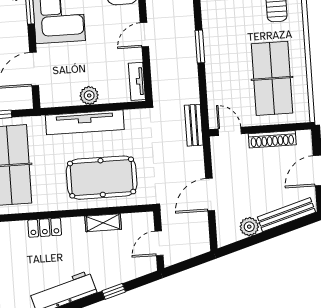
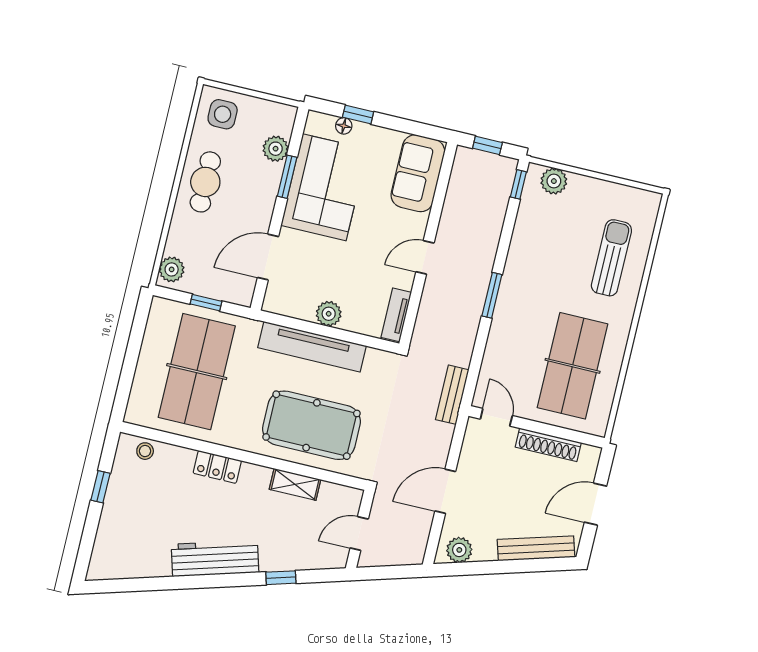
plant: (249, 227) -> (459, 550), moved

